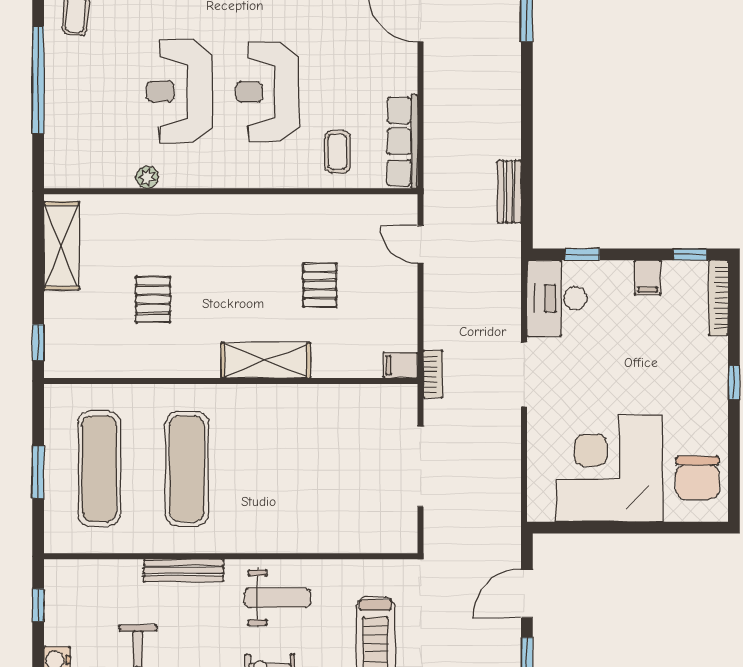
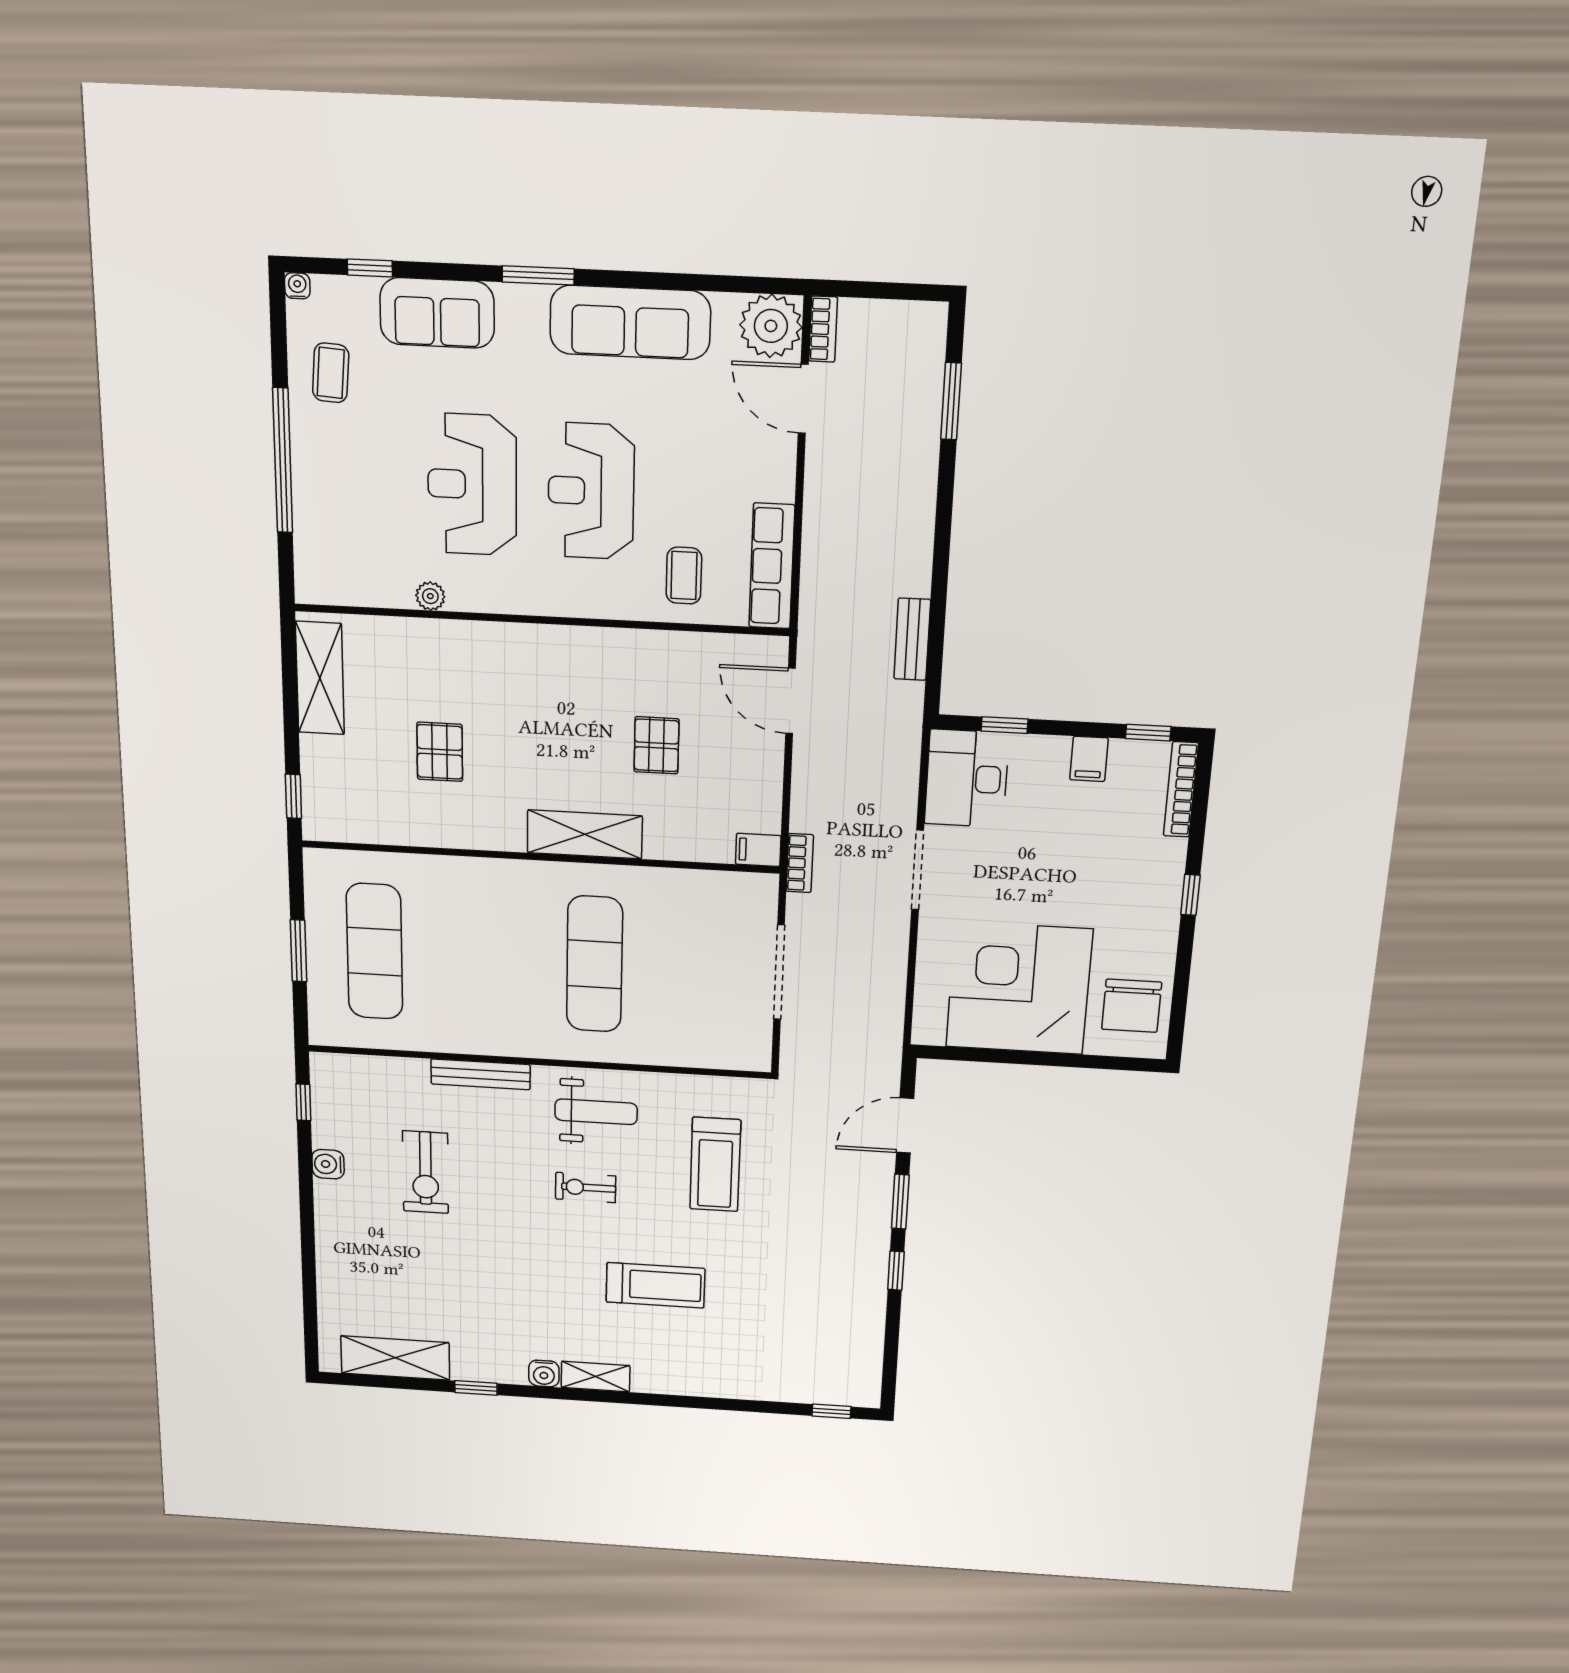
door: (421, 244) -> (790, 701), width x1.38
exercise mat: (187, 469) -> (594, 964), moved

